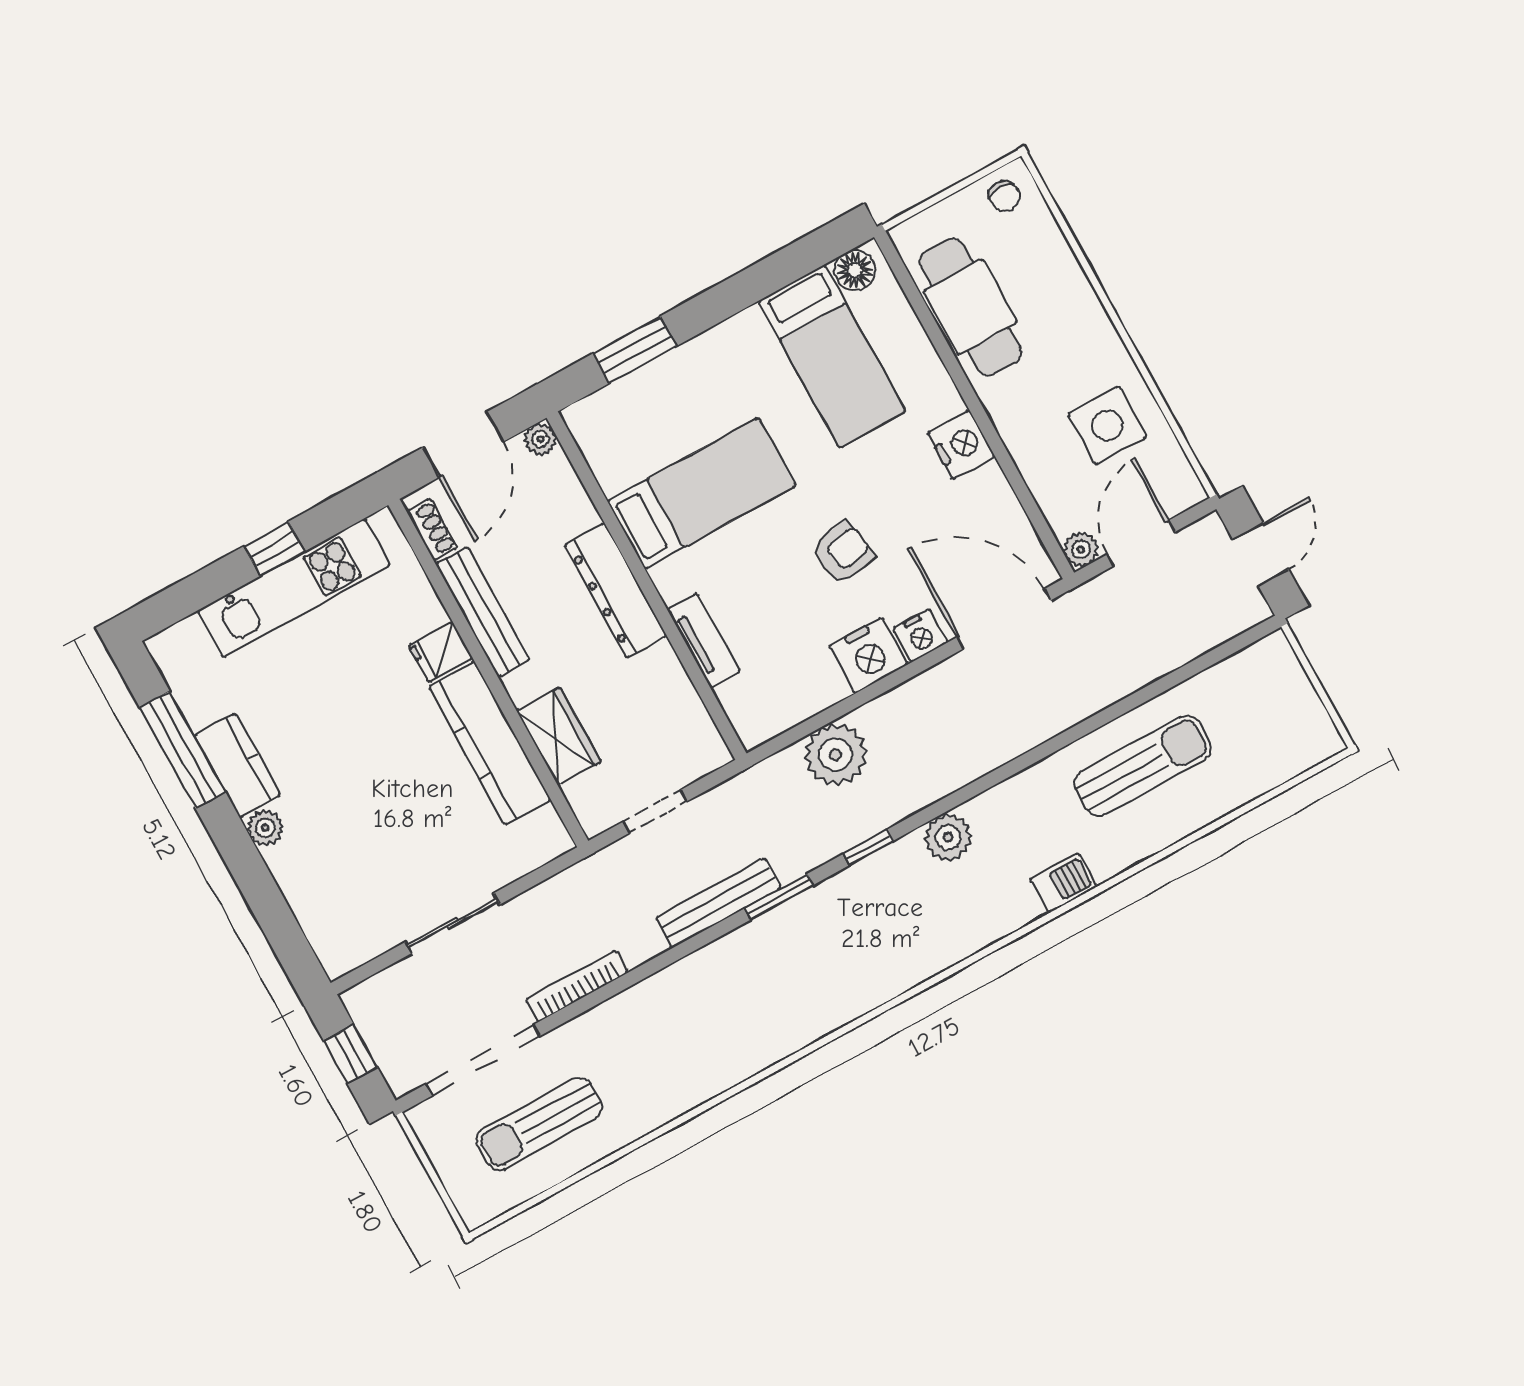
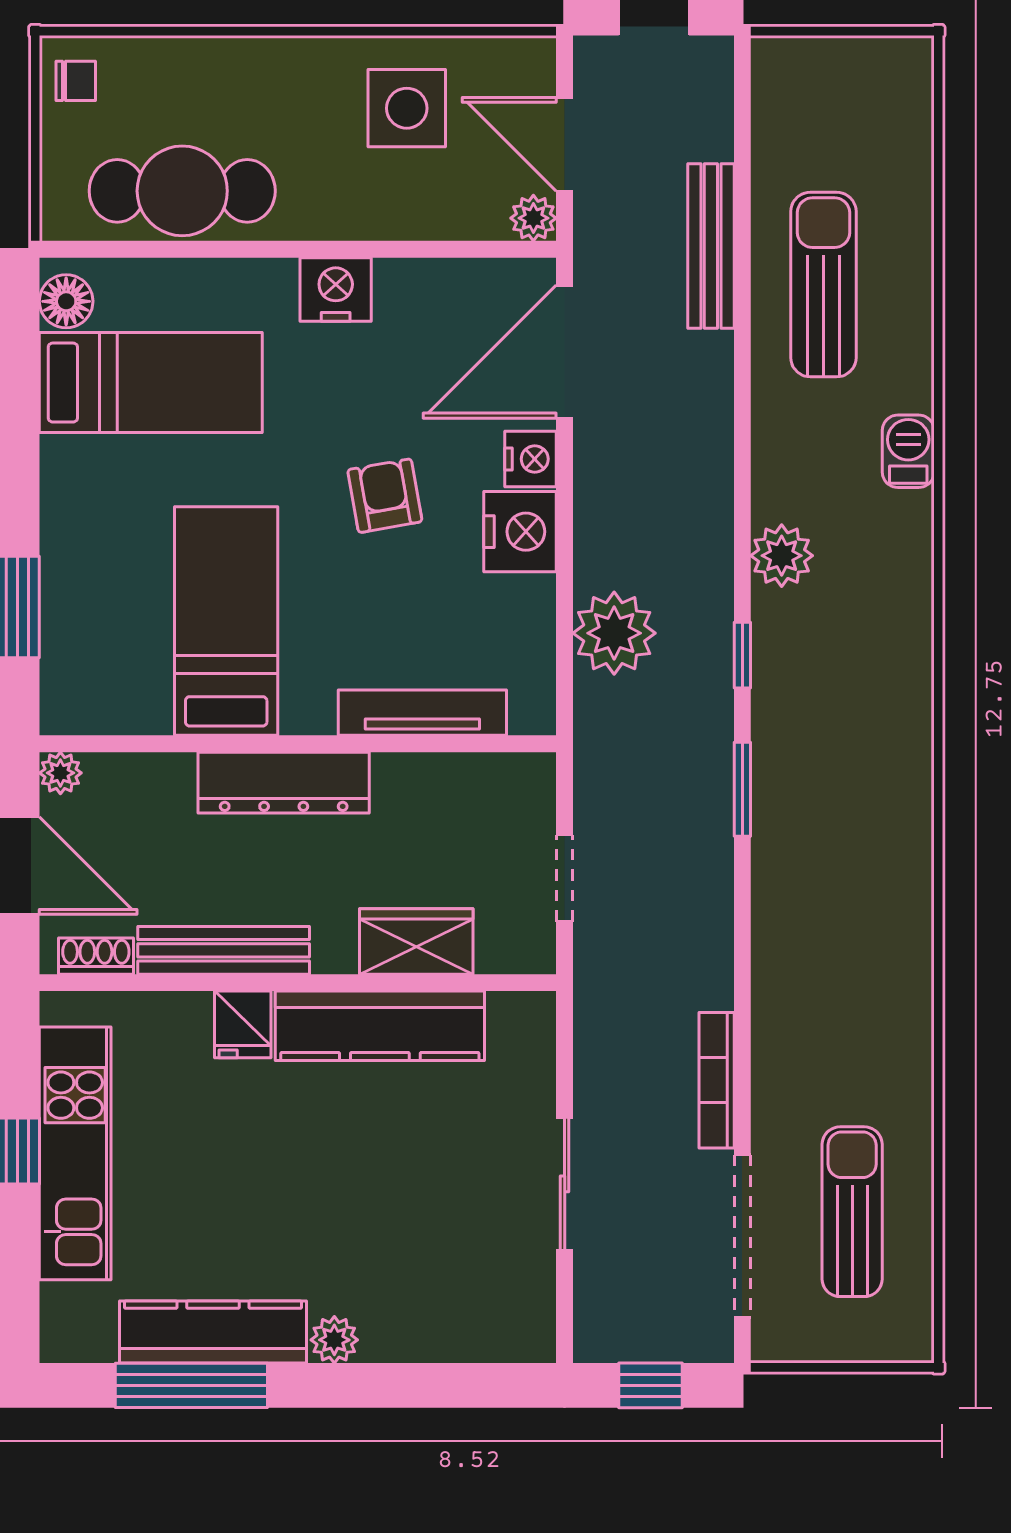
tv unit: (704, 641) -> (422, 713), width x1.41
kitchen counter: (237, 765) -> (213, 1332), width x1.50
bench: (718, 903) -> (711, 246), moved
sun lounger: (539, 1124) -> (852, 1212), turned 180

